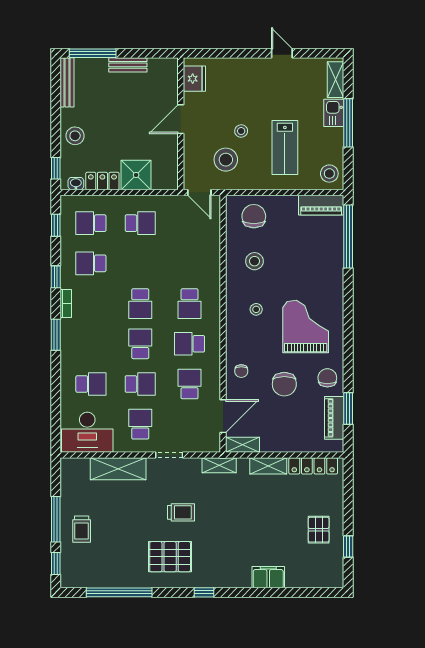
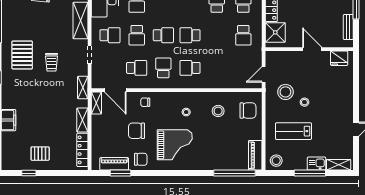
fridge: (194, 79) -> (339, 58), moved
door: (181, 119) -> (312, 49), moved
wall: (181, 124) -> (309, 49), moved

